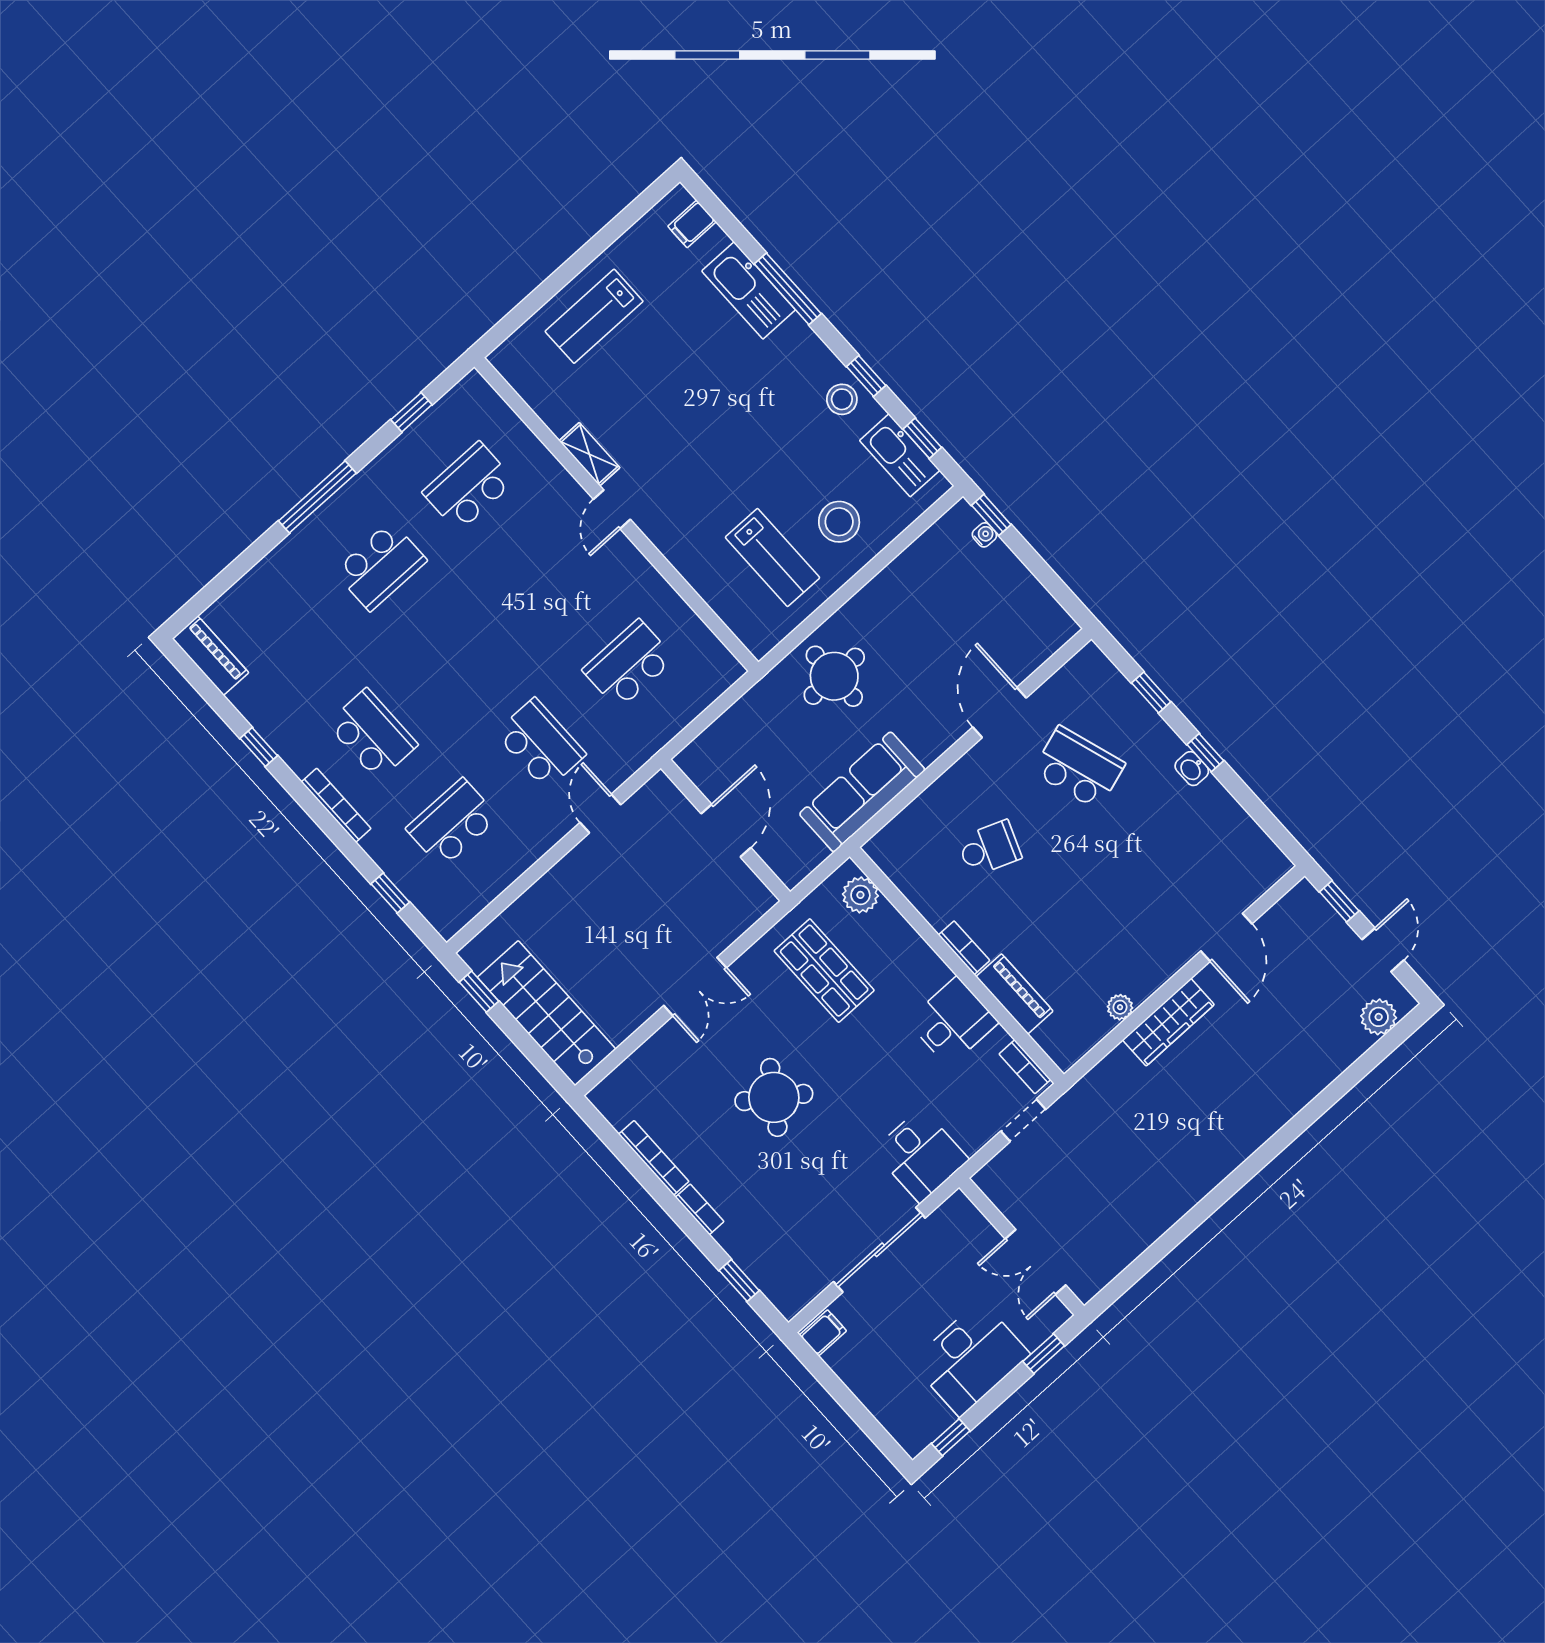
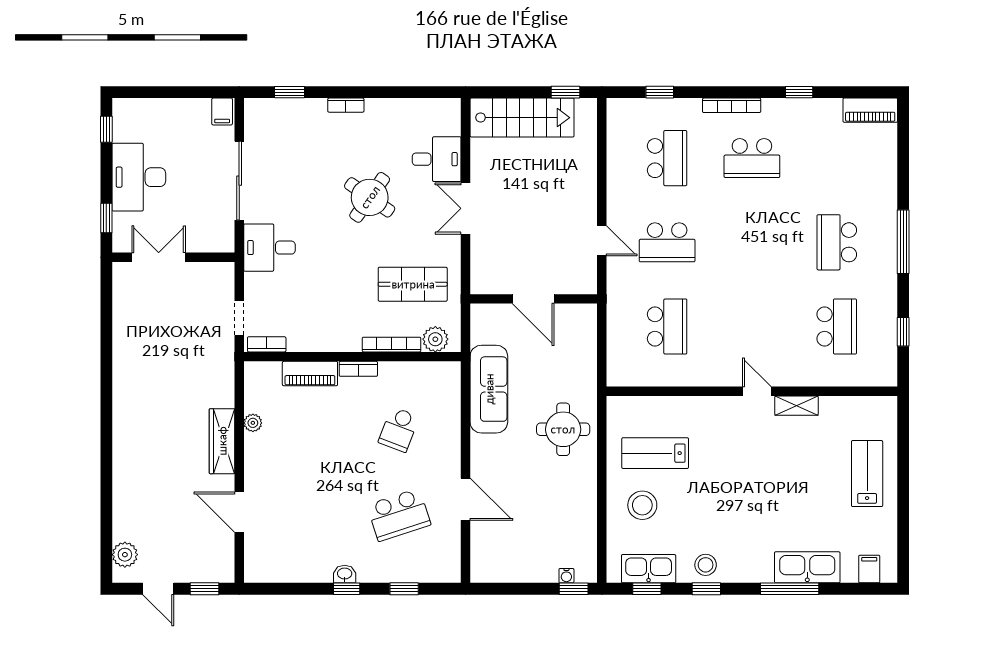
desk: (953, 1022) -> (437, 159), moved, turned -90
bookcase: (654, 1158) -> (392, 345), moved, turned 180

